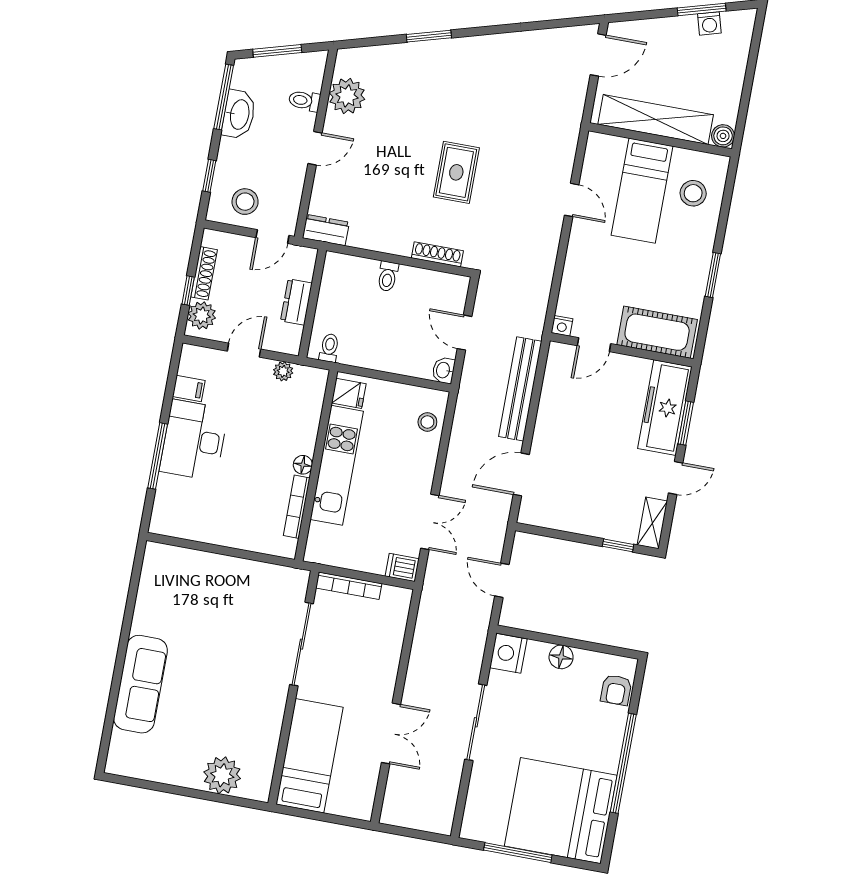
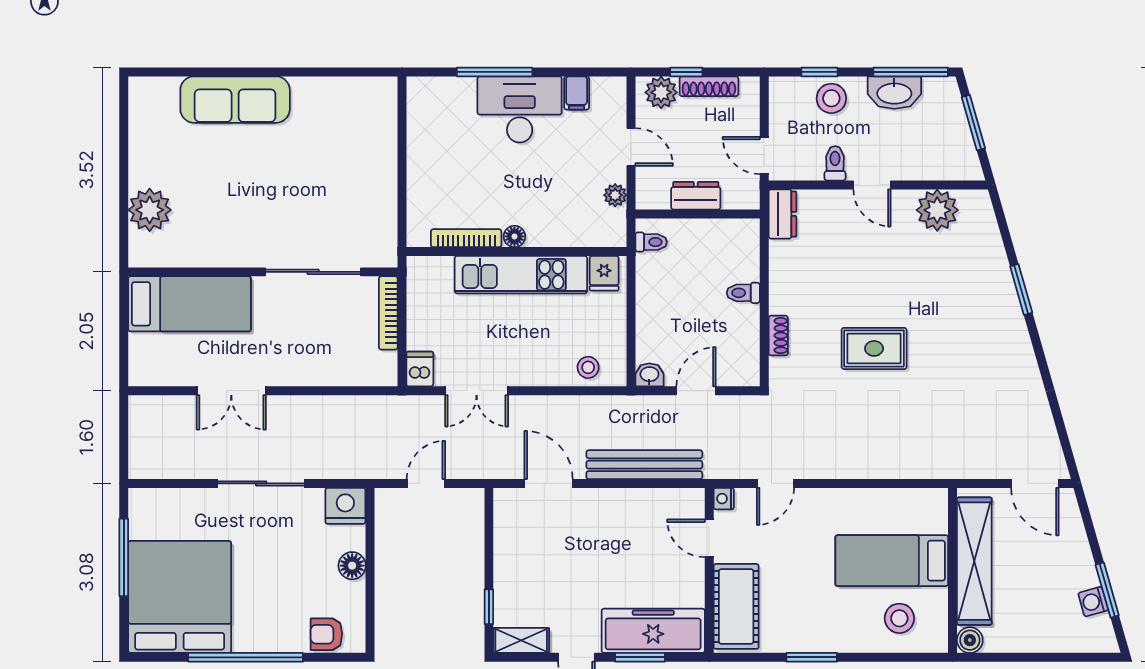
toilet: (304, 101) -> (835, 163), moved
door: (572, 200) -> (775, 483), moved
stool: (245, 202) -> (831, 98), moved
shoe rack: (437, 254) -> (778, 336), width x0.70

